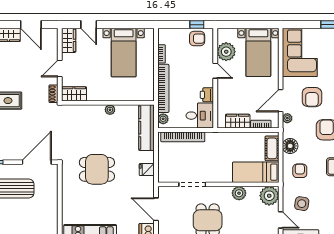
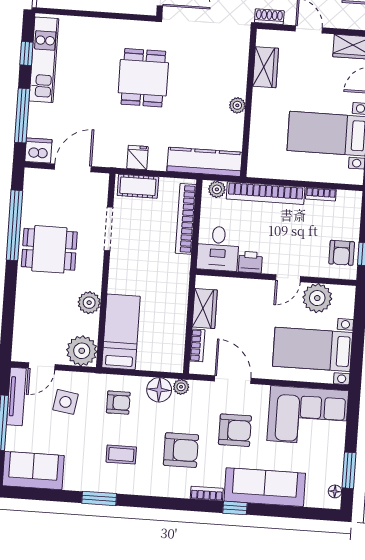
wardrobe: (74, 94) -> (266, 67), moved
armchair: (312, 97) -> (235, 430), turned 180
plant: (287, 118) -> (181, 387), moved
cot: (272, 148) -> (138, 186), moved

